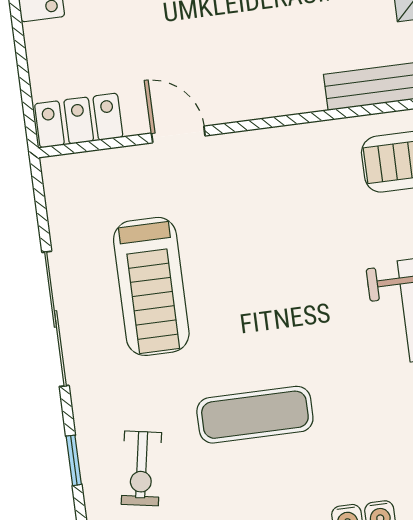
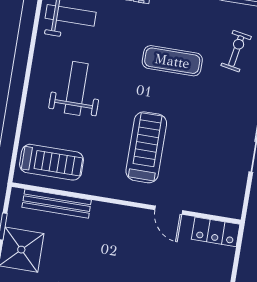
treadmill: (151, 286) -> (146, 147), moved

